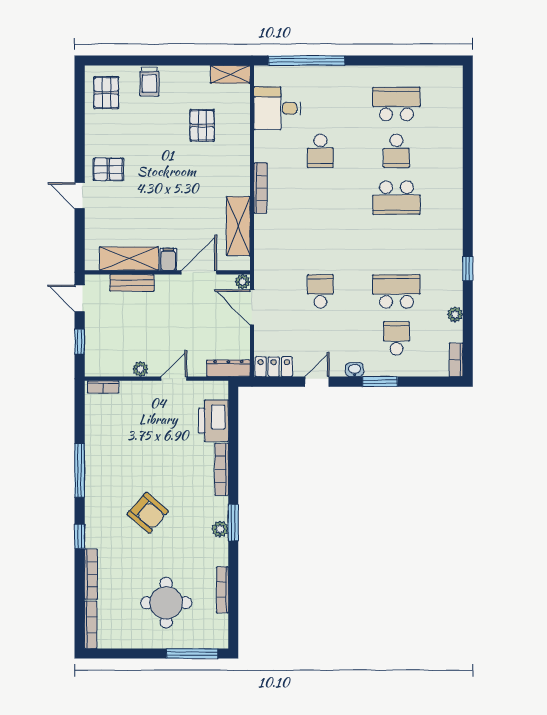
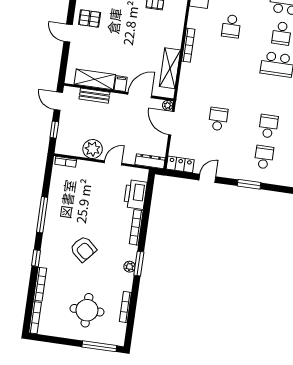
school desk: (396, 291) -> (268, 126), width x0.54
plant: (140, 369) -> (93, 149), width x1.87, depth x1.87
washbasin: (355, 370) -> (233, 174), removed

